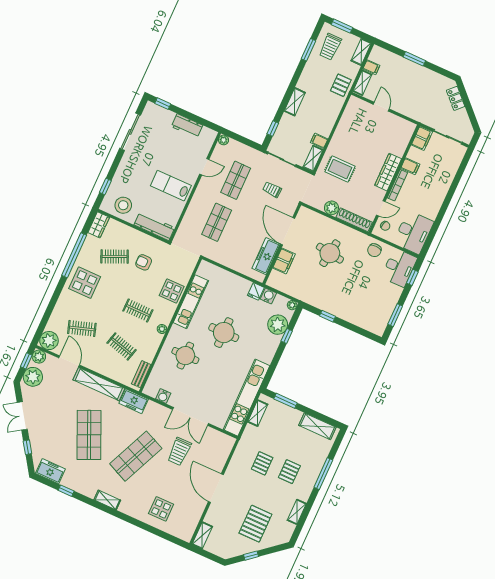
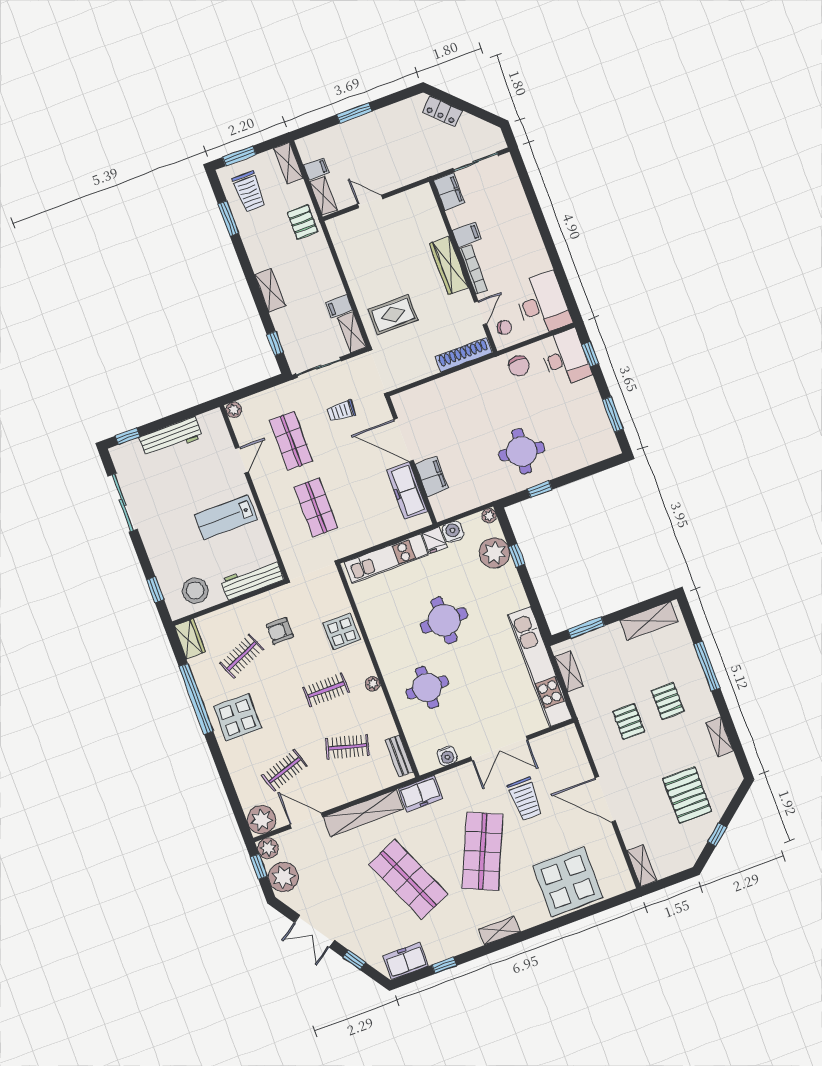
workbench: (187, 126) -> (171, 437), width x1.38
plant: (331, 208) -> (426, 366), removed
round table: (330, 253) -> (522, 451), moved
kitchen unit: (191, 302) -> (386, 559), moved, turned 90
display table: (161, 509) -> (568, 882), width x1.86, depth x1.86

